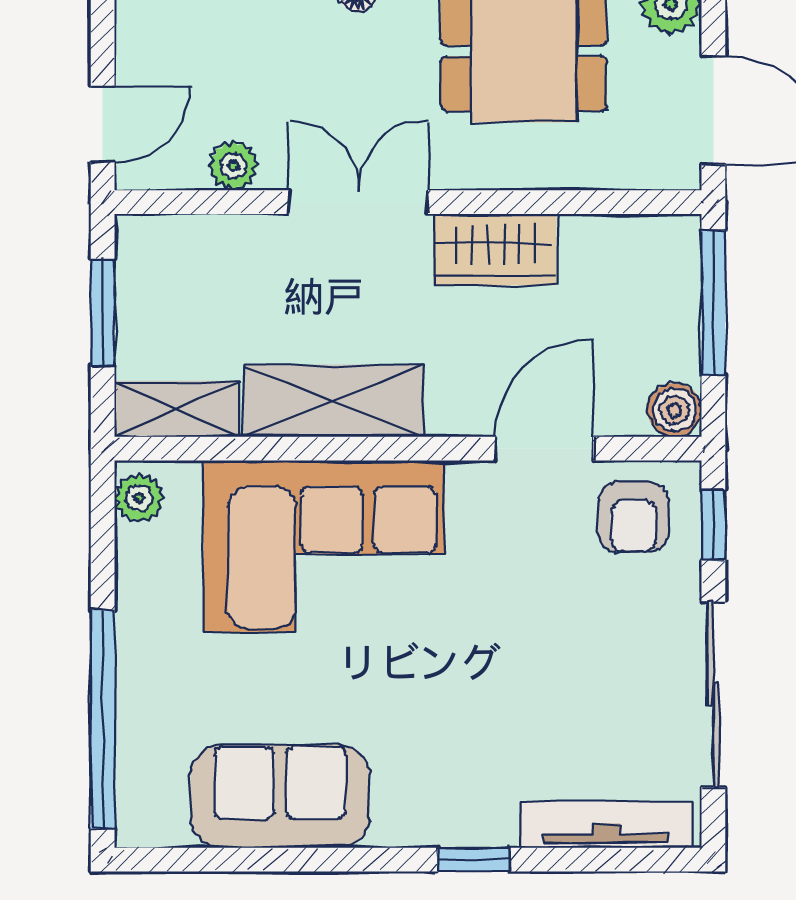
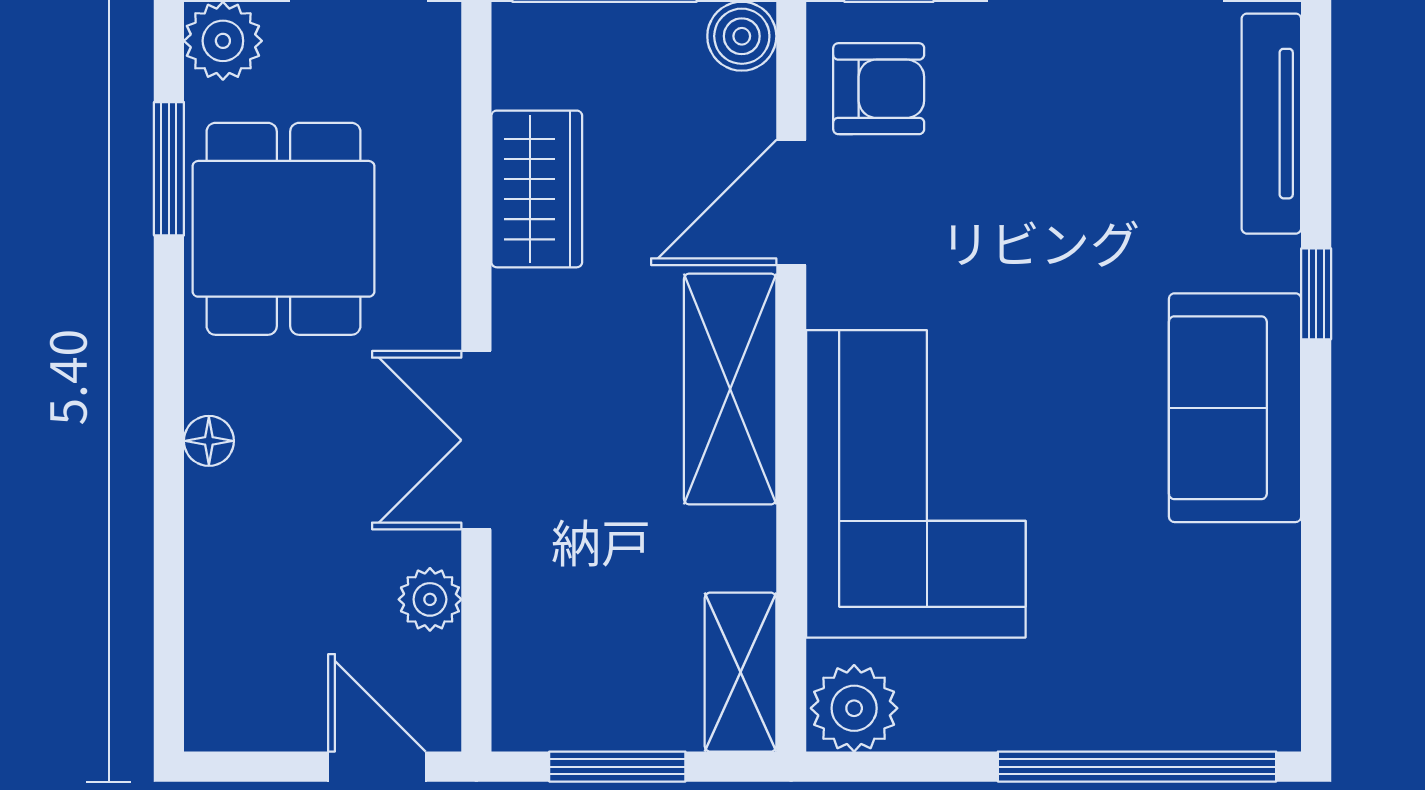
wardrobe: (495, 249) -> (537, 189), moved
shelving: (334, 401) -> (730, 389), moved
door: (544, 449) -> (791, 202), hinge flipped
plant: (139, 498) -> (854, 708), width x1.38, depth x1.38
sofa: (280, 796) -> (1235, 408), moved

